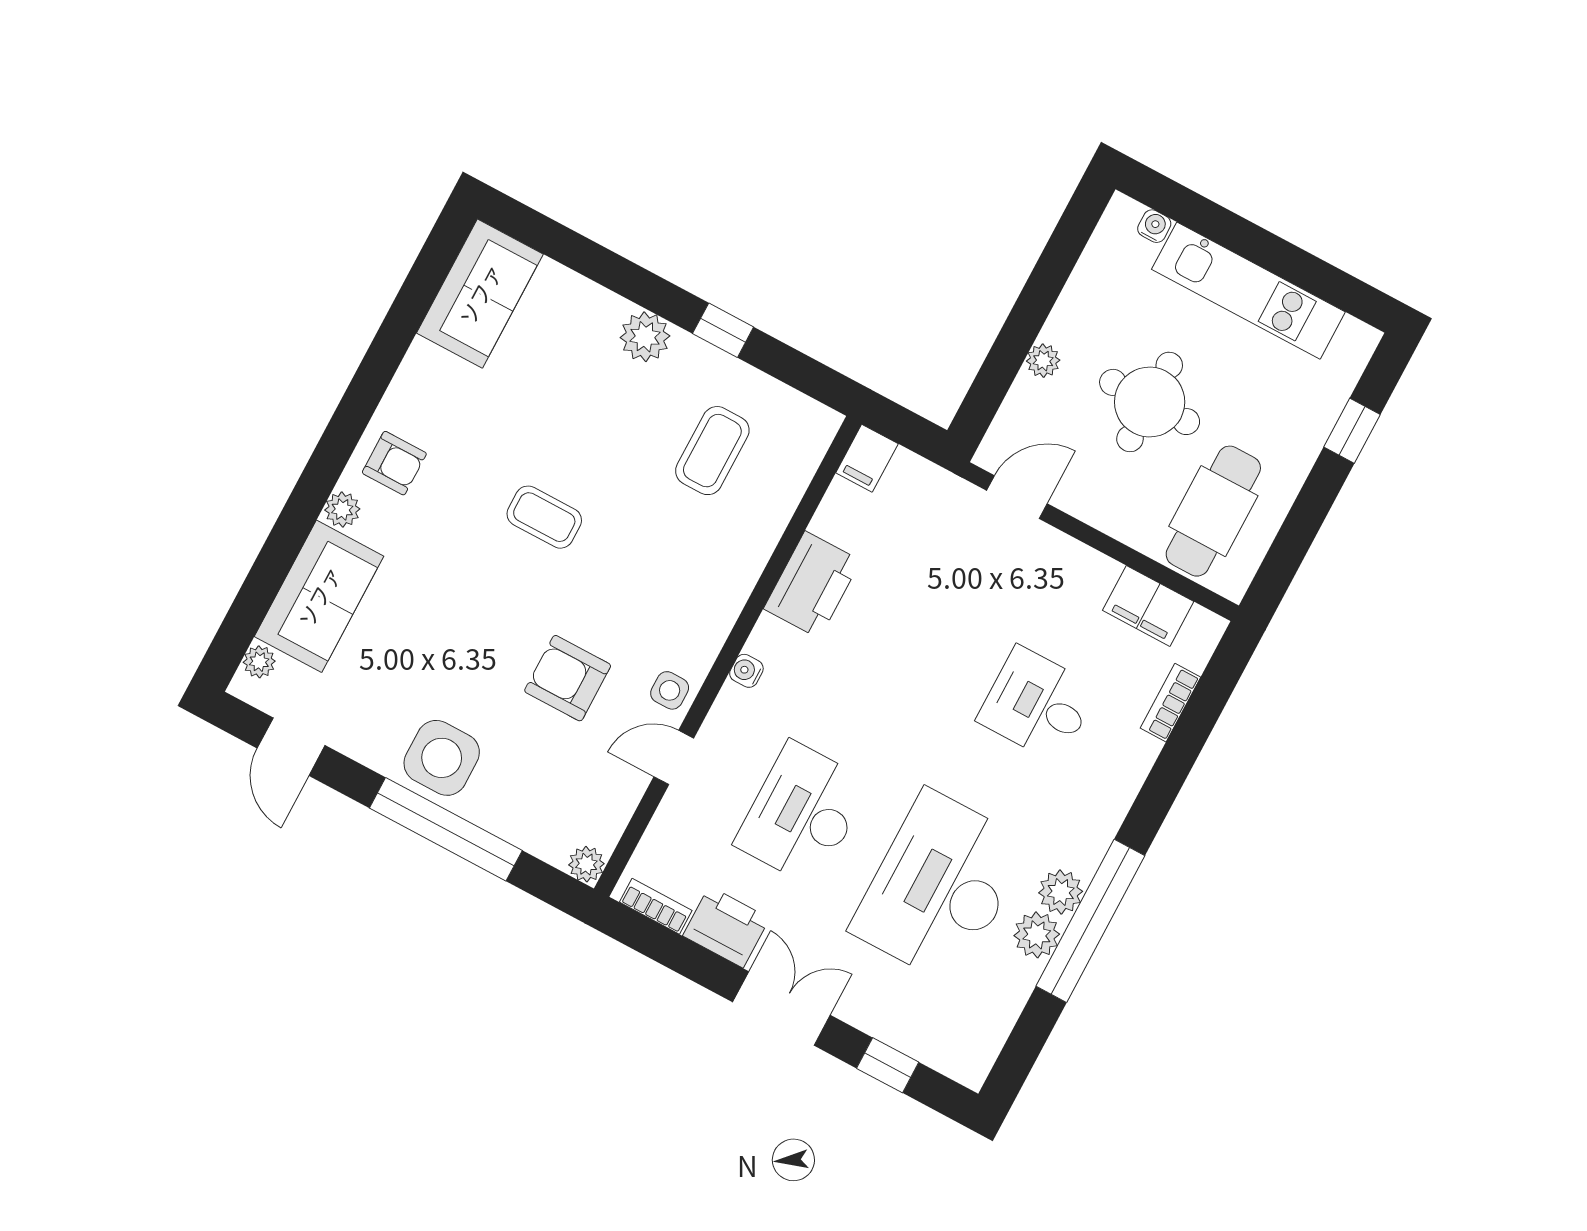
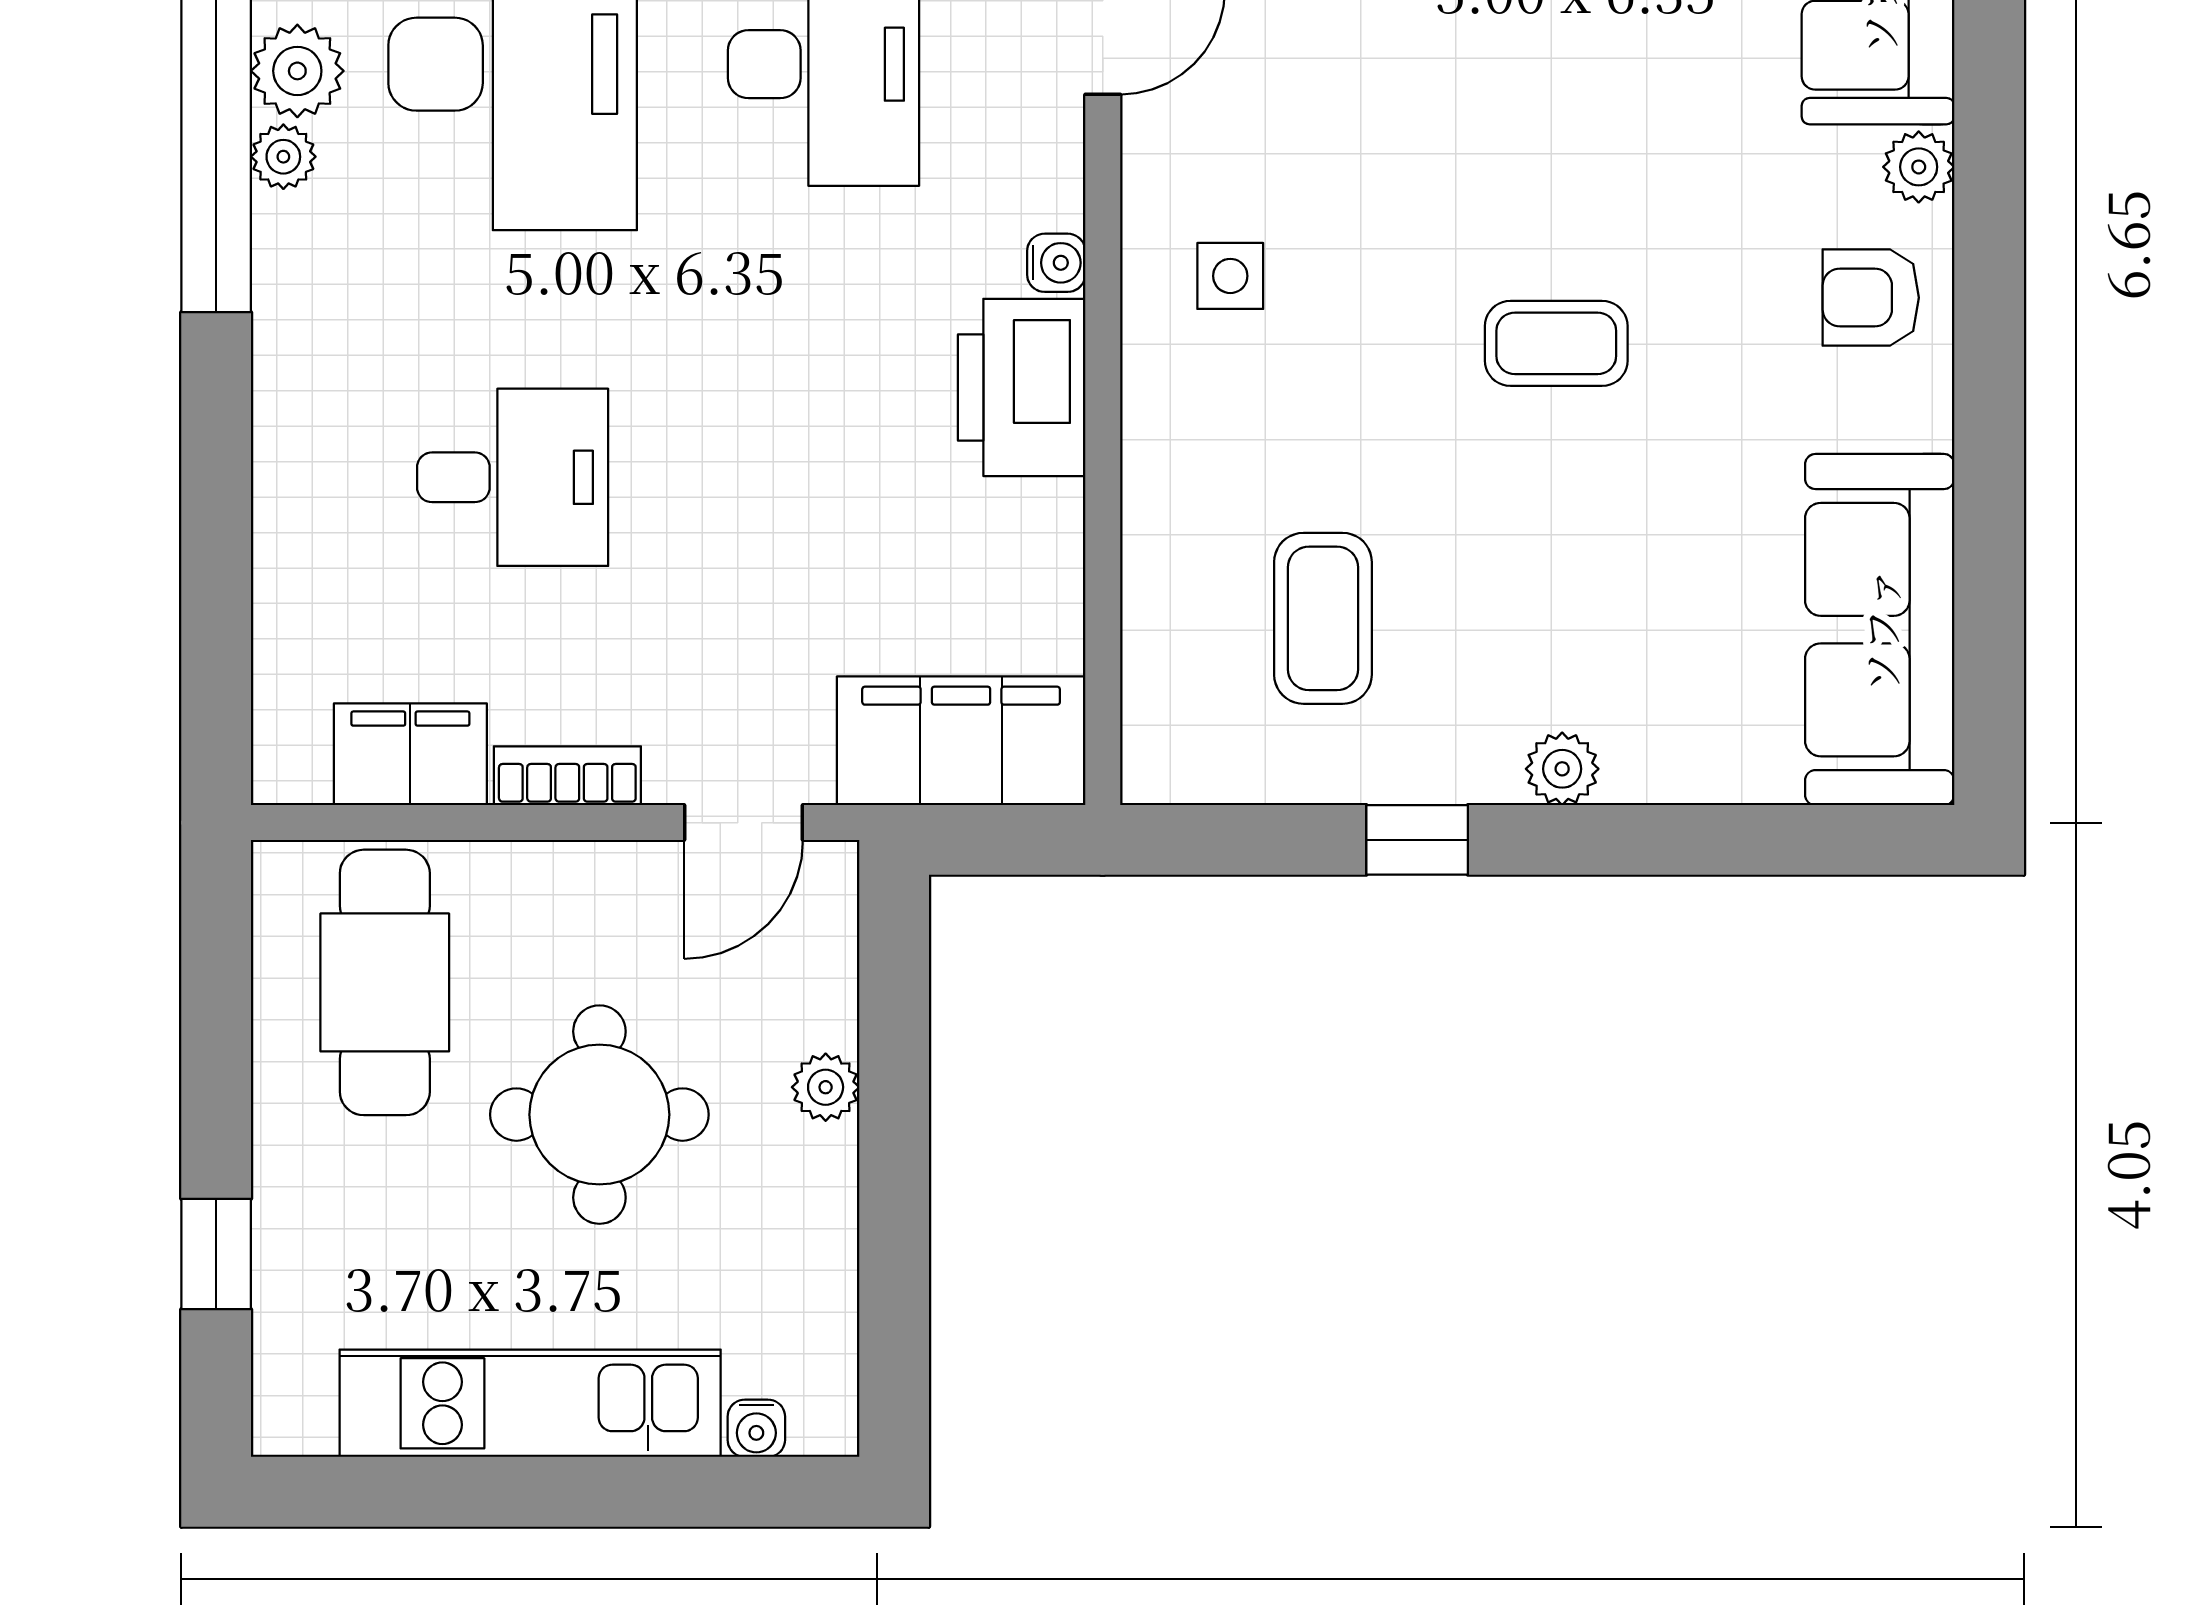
sofa: (480, 294) -> (1880, 630), width x1.36
plant: (645, 337) -> (1562, 769), width x0.73, depth x0.73
filing cabinet: (867, 458) -> (961, 741), width x3.00, depth x1.17
printer: (812, 585) -> (1022, 387), moved
armchair: (568, 678) -> (1364, 82), removed
side table: (670, 690) -> (1230, 276), moved
bookcase: (1170, 703) -> (567, 776), moved, turned -90
plant: (1061, 892) -> (283, 157), width x0.73, depth x0.73

